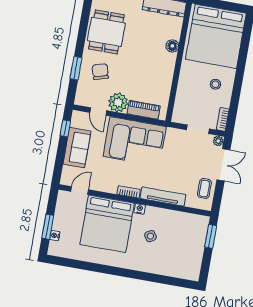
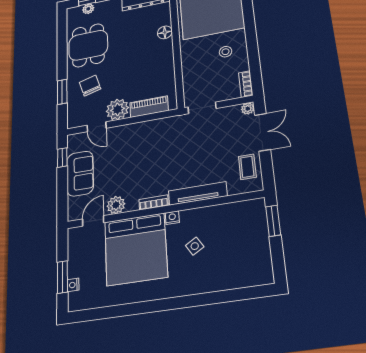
doorway: (198, 129) -> (202, 108), moved
corner sofa: (135, 141) -> (147, 144), removed
plant: (100, 184) -> (116, 205), added

